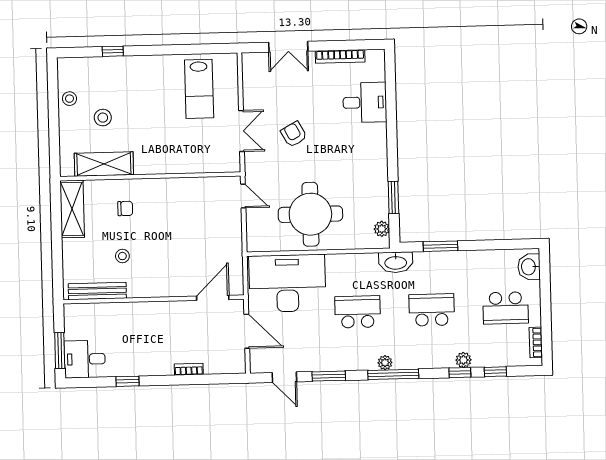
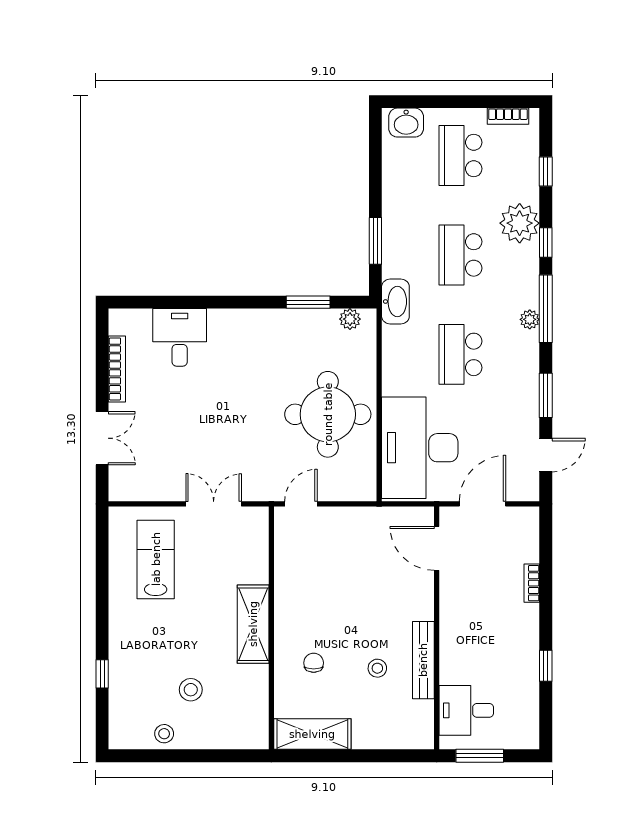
lab bench: (199, 89) -> (156, 559), turned -90
armchair: (294, 134) -> (220, 434), removed
shelving: (104, 164) -> (253, 624), moved
bench: (97, 291) -> (423, 660), moved
school desk: (506, 308) -> (461, 156), turned 180
window: (60, 351) -> (480, 756), moved
desk: (85, 359) -> (466, 710), moved, turned 90
plant: (463, 360) -> (520, 223), width x1.88, depth x1.88
window: (460, 373) -> (546, 242), moved

